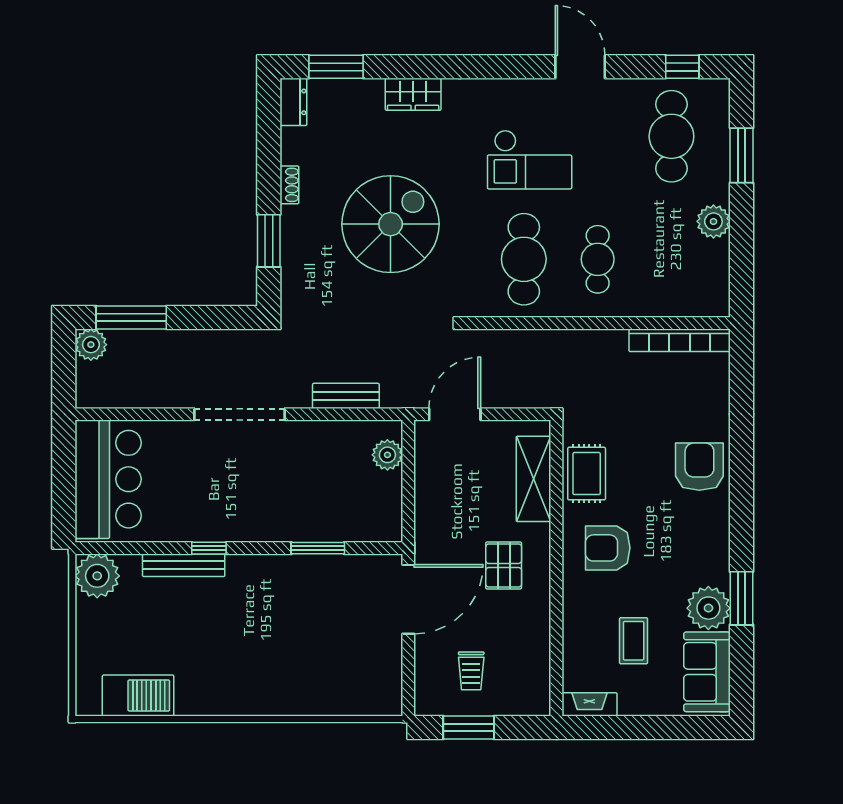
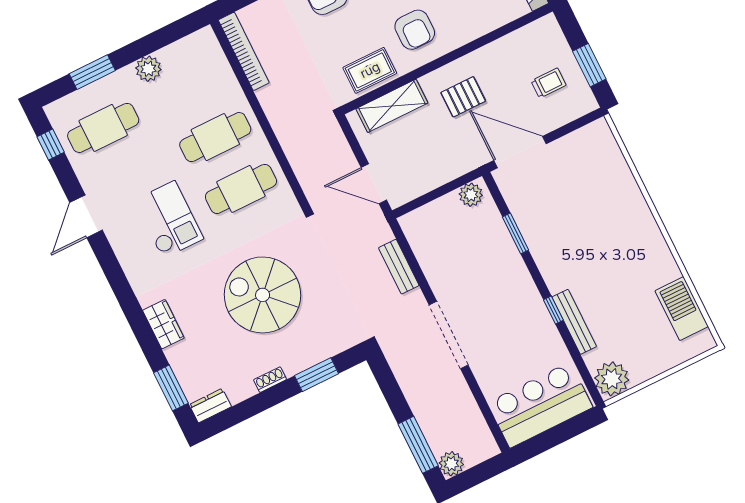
cafe table: (598, 259) -> (215, 137), width x1.37, depth x1.35
plant: (387, 455) -> (471, 195), moved

